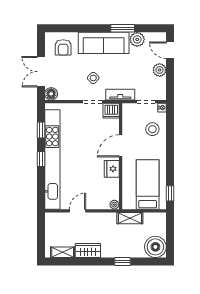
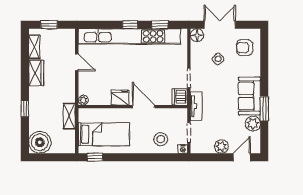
sofa: (104, 43) -> (249, 96), width x0.73
side table: (93, 78) -> (218, 59), moved
window: (41, 238) -> (49, 25), added

